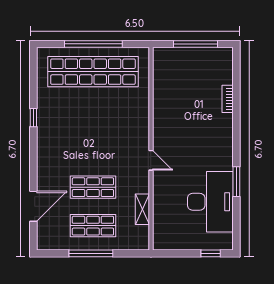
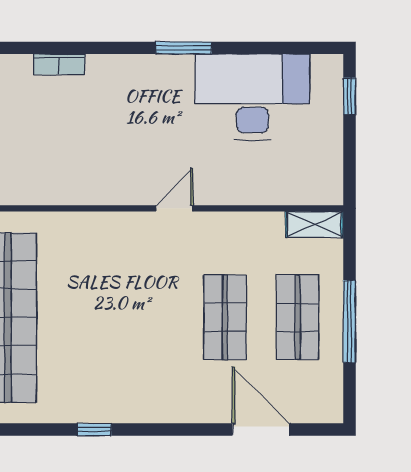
window: (236, 182) -> (184, 48), moved
shelving: (142, 209) -> (314, 224), moved

